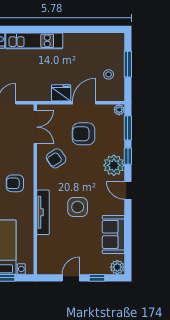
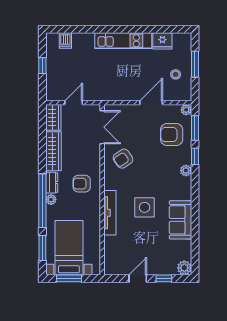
kitchen unit: (34, 41) -> (123, 41), moved
fridge: (61, 93) -> (162, 41), moved, turned 180
armchair: (84, 134) -> (172, 134), moved
plant: (114, 165) -> (186, 170), width x0.53, depth x0.53
door: (128, 190) -> (195, 191), removed
sofa: (113, 234) -> (180, 220), moved

